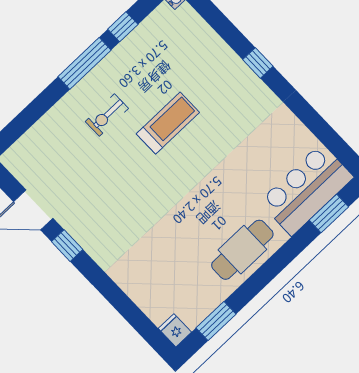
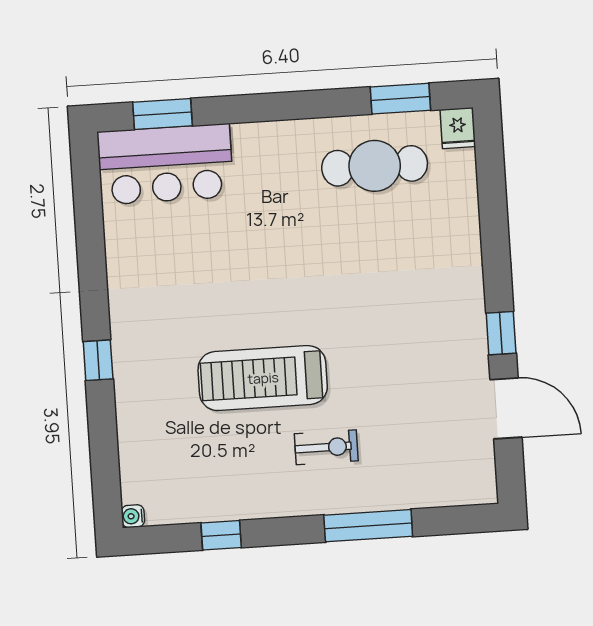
window: (84, 63) -> (368, 526), moved
treadmill: (168, 123) -> (263, 378), width x1.37, depth x1.38
cafe table: (242, 250) -> (375, 166), moved

